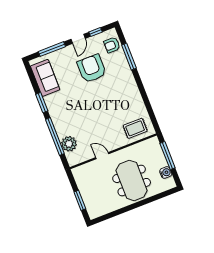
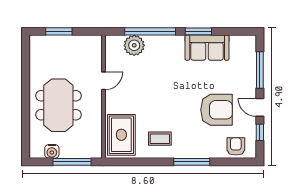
window: (129, 57) -> (192, 162), moved
sofa: (45, 78) -> (207, 48), moved
coffee table: (127, 100) -> (160, 139), added
rug: (135, 128) -> (121, 135), width x1.36, depth x1.43
meeting table: (132, 180) -> (58, 105), turned 90

